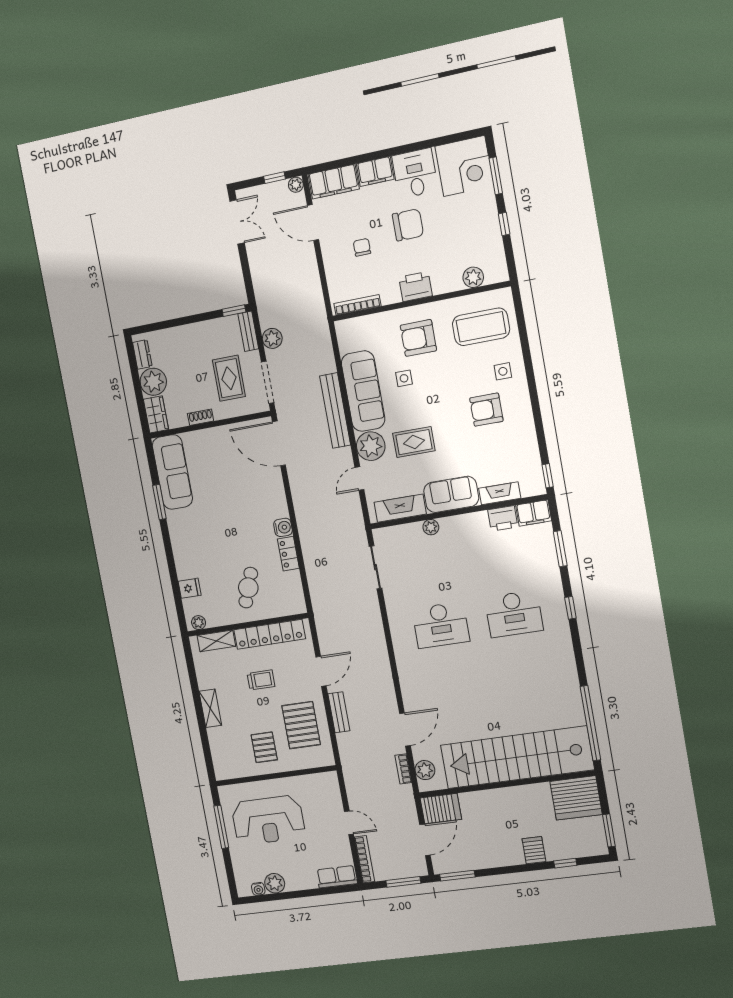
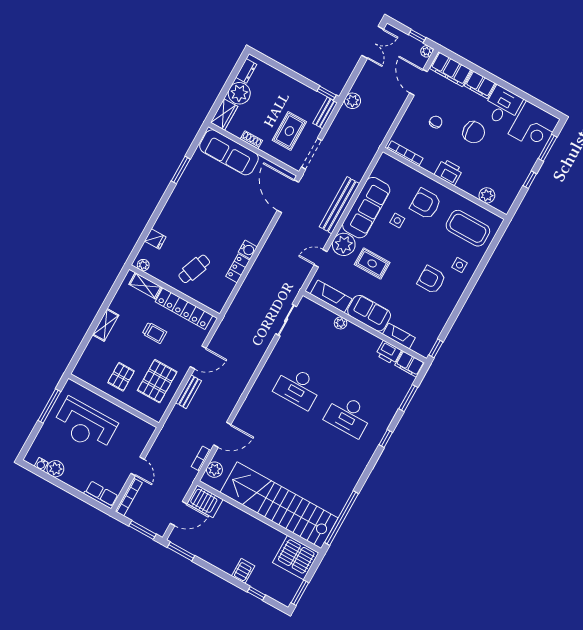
plant: (272, 338) -> (353, 101), moved
sofa: (172, 472) -> (229, 152), moved, turned 90

